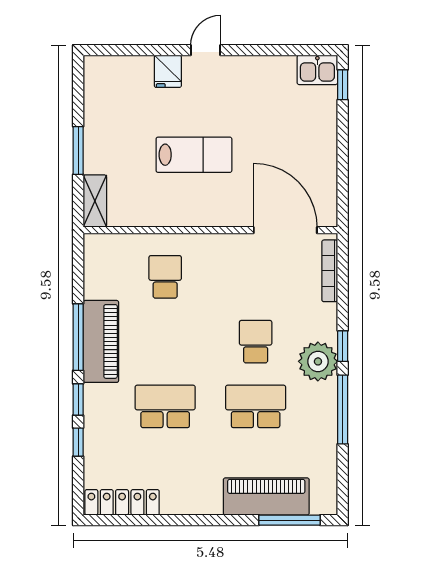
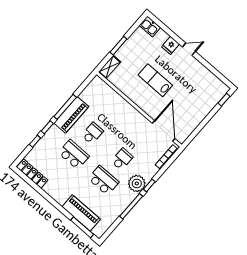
kitchen sink: (317, 70) -> (150, 26), moved
lab bench: (194, 155) -> (155, 80), turned 180
school desk: (165, 277) -> (92, 133), moved

